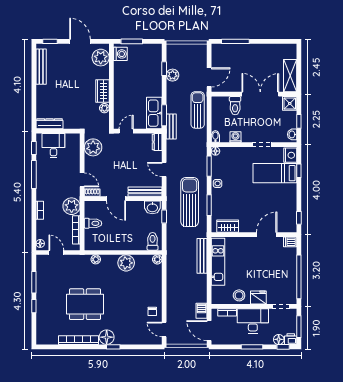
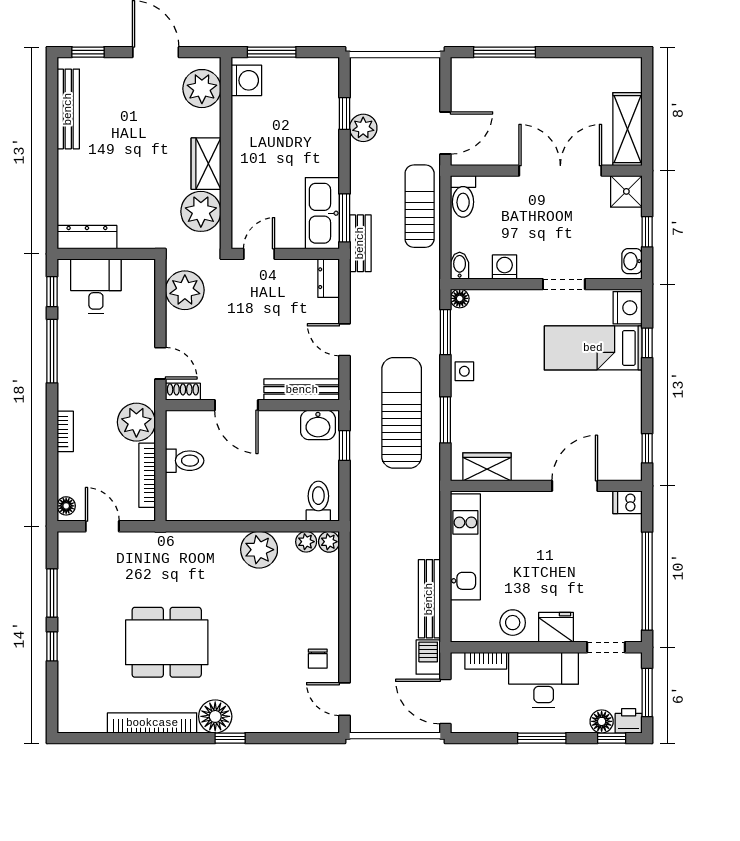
toilet: (235, 106) -> (463, 196), moved
plant: (104, 108) -> (201, 211), width x1.87, depth x1.87
bench: (202, 256) -> (429, 599), moved
plant: (96, 259) -> (306, 542), moved

